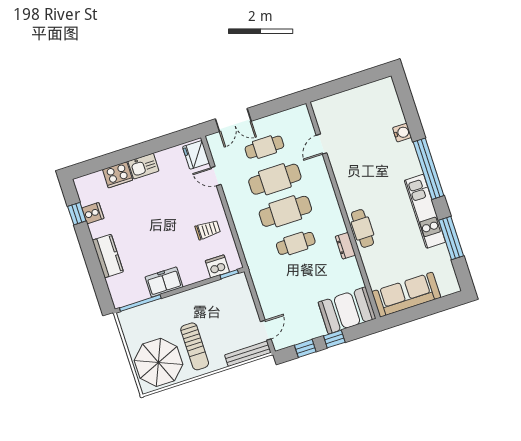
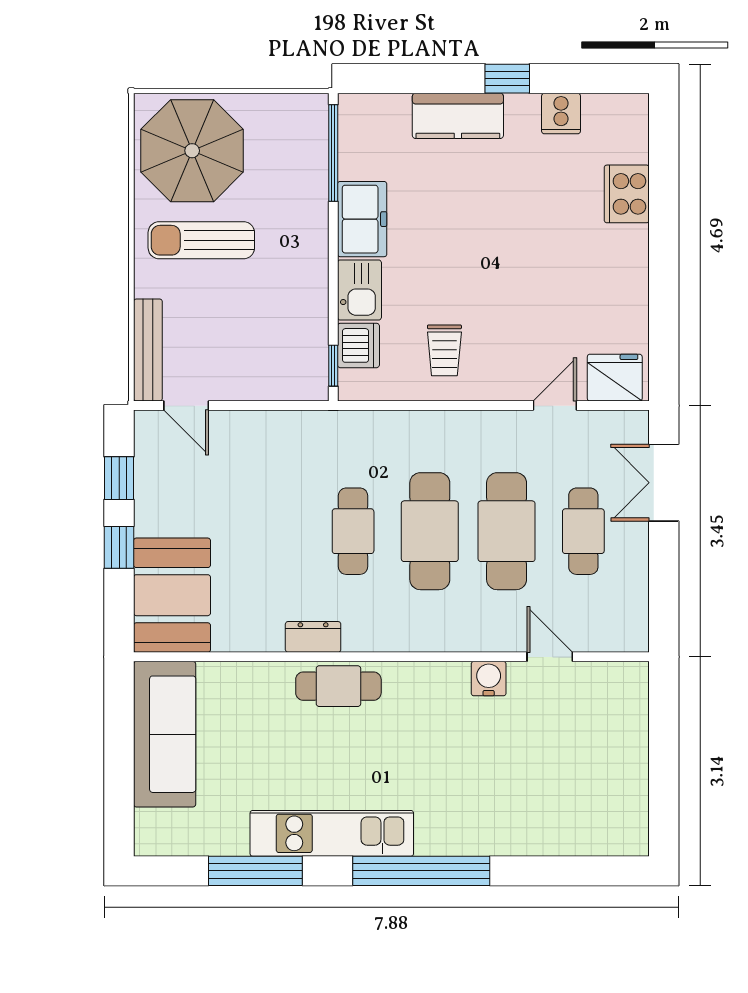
water cooler: (402, 133) -> (489, 679), moved, turned 180
kitchen sink: (143, 166) -> (359, 290), moved, turned 180
window: (77, 214) -> (507, 79), moved

